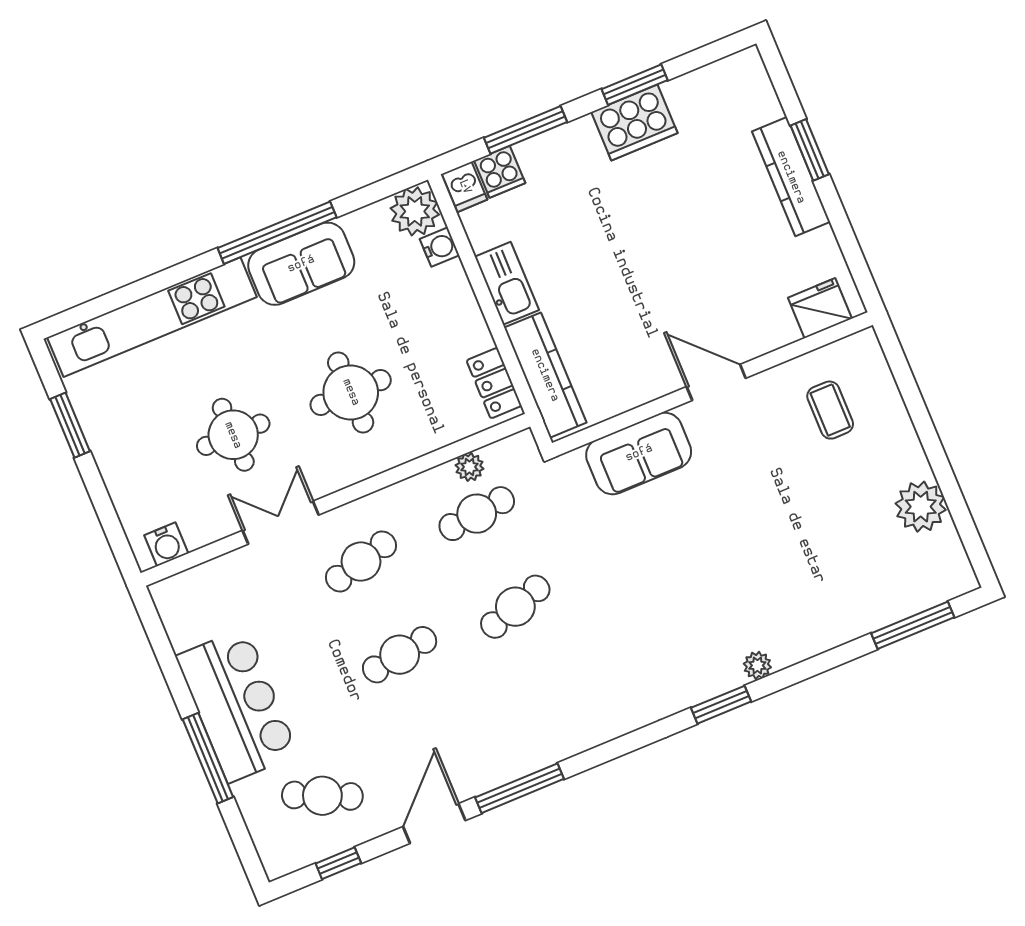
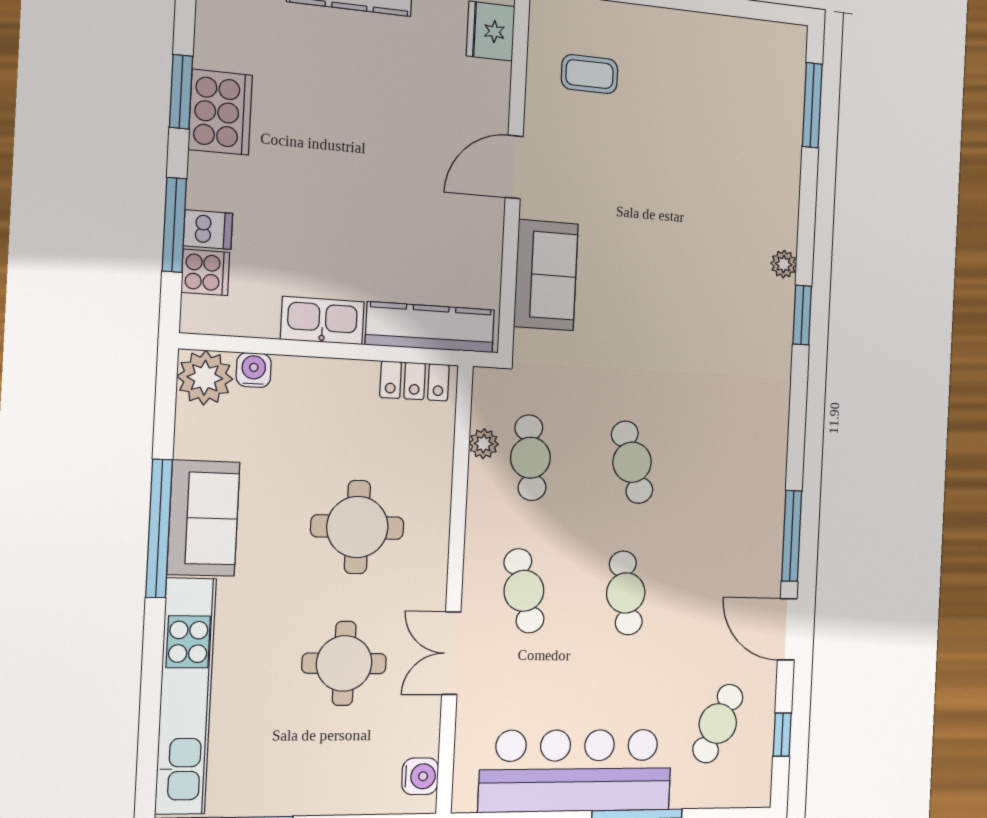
dishwasher: (465, 187) -> (208, 230), moved
plant: (921, 507) -> (714, 40), removed
bar counter: (237, 705) -> (576, 771), width x1.36

